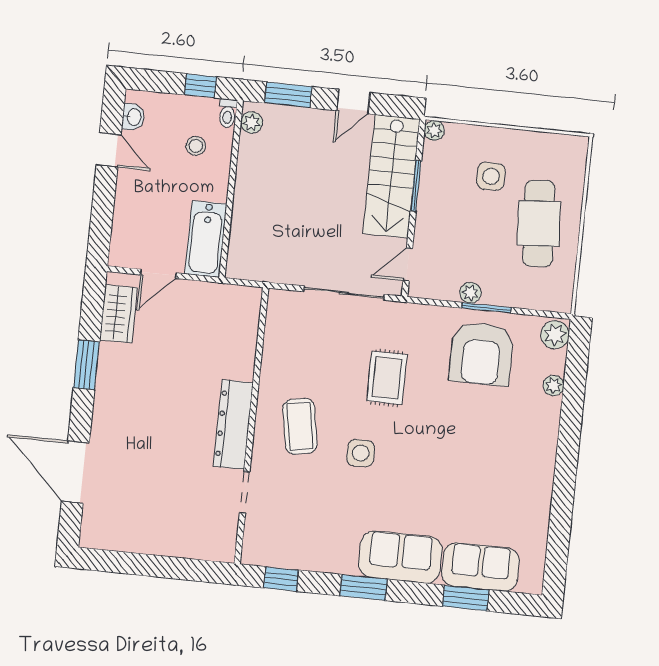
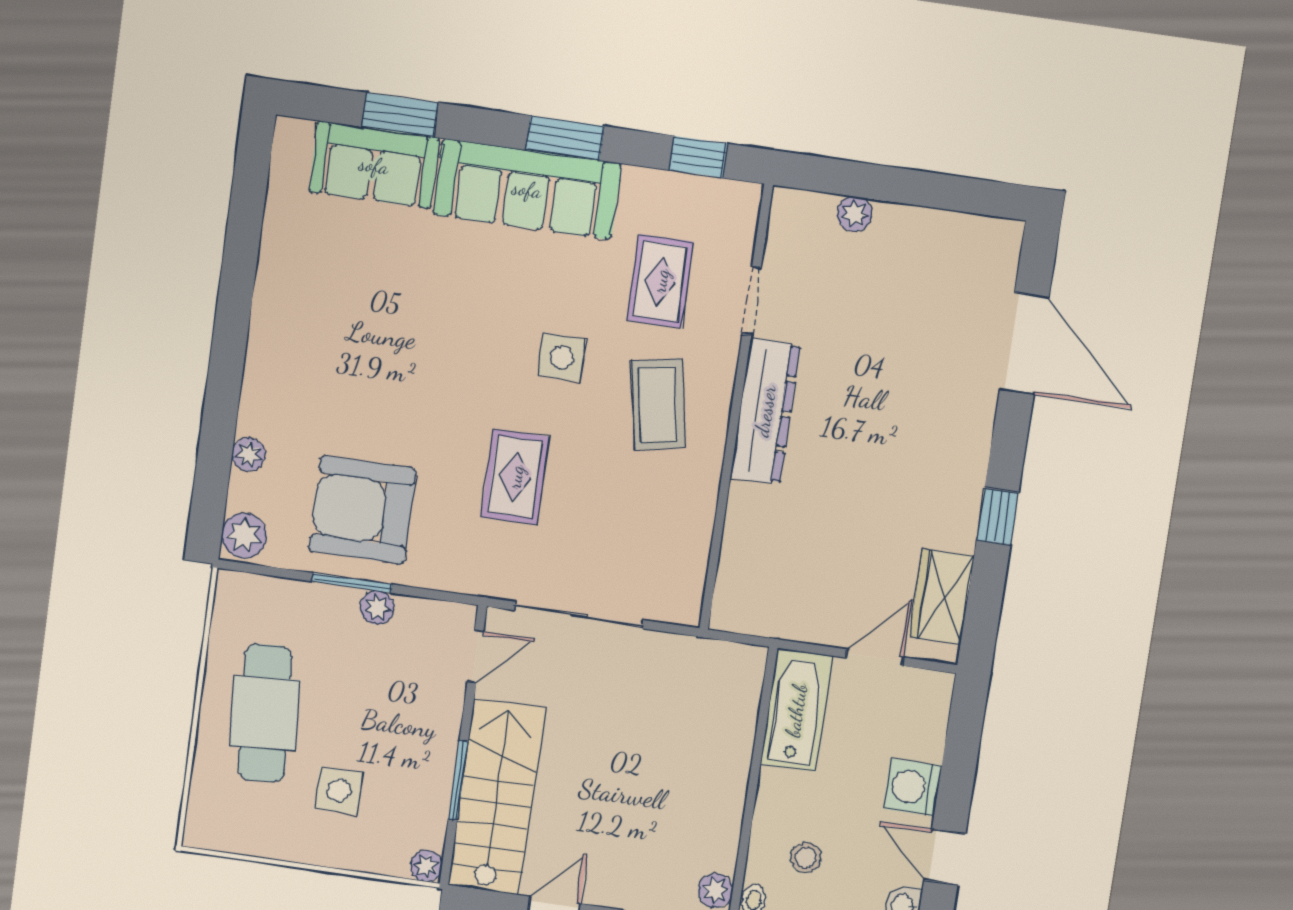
washing machine: (131, 193) -> (913, 787), added
armchair: (481, 354) -> (362, 510), turned -90
window: (86, 365) -> (997, 517), width x0.67
rug: (302, 502) -> (660, 281), added
plant: (184, 548) -> (855, 214), added
sofa: (400, 557) -> (527, 189), width x1.36

